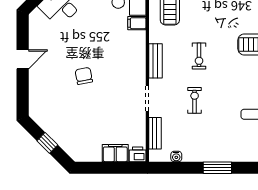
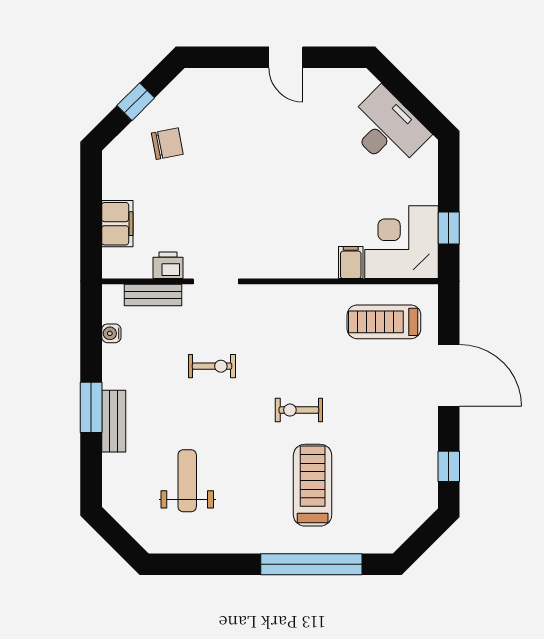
exercise bike: (199, 56) -> (299, 410), moved
bench: (155, 61) -> (114, 421), moved, turned 90
chair: (84, 76) -> (167, 144), moved
printer: (138, 154) -> (168, 265), moved, turned -90

